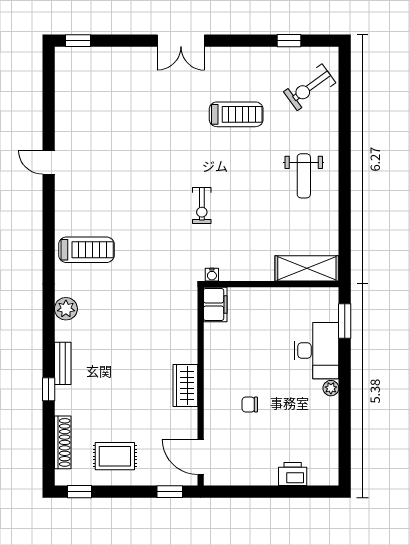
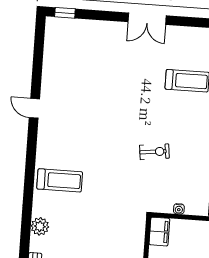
exercise bike: (202, 206) -> (154, 152), turned -97
water cooler: (212, 275) -> (179, 209), moved

